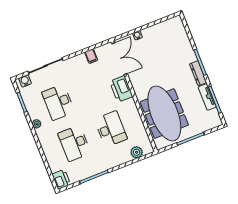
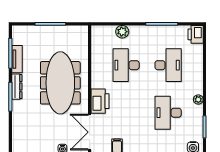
desk: (58, 102) -> (168, 113), turned 180
meeting table: (164, 113) -> (60, 83), moved
plant: (137, 152) -> (122, 32), moved

